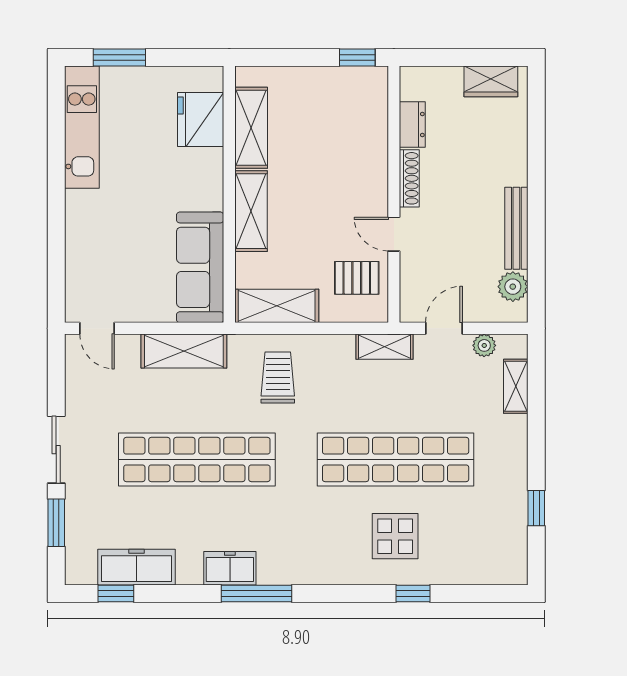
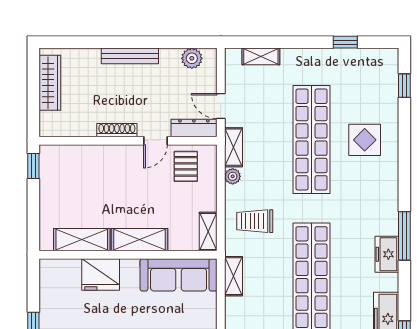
wardrobe: (491, 81) -> (50, 83), width x1.50
fridge: (201, 120) -> (101, 274), moved
dresser: (412, 124) -> (194, 128), moved, width x1.44
bench: (516, 228) -> (130, 56), moved
shelving: (277, 306) -> (208, 231), width x0.67, depth x0.75
plant: (484, 345) -> (233, 176), moved
shelving: (184, 351) -> (233, 276), width x0.67, depth x0.75
window: (413, 593) -> (404, 86), moved

